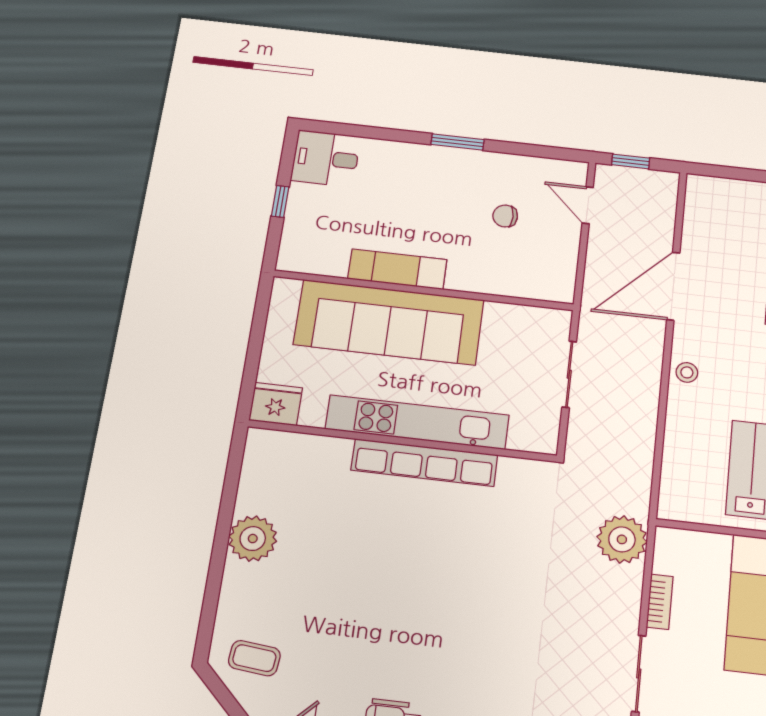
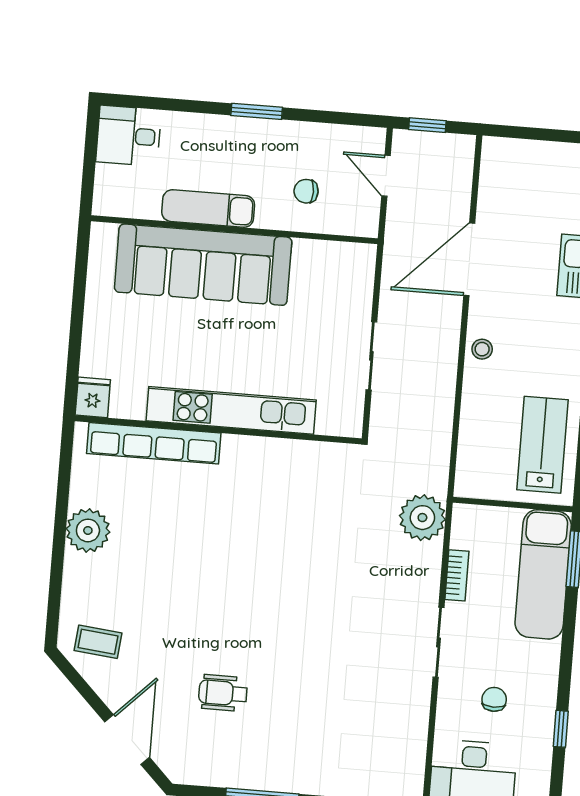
window: (280, 201) -> (88, 185), removed
exam couch: (397, 269) -> (208, 208), moved
wall: (423, 290) -> (234, 230), moved
sofa: (389, 322) -> (203, 265), moved
fridge: (276, 404) -> (93, 397), width x0.72
row of seats: (424, 462) -> (154, 443), moved

